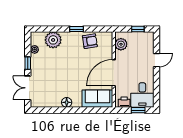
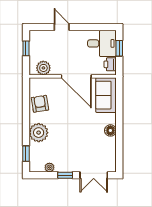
window: (77, 29) -> (26, 154), moved
plant: (53, 40) -> (39, 133), moved

